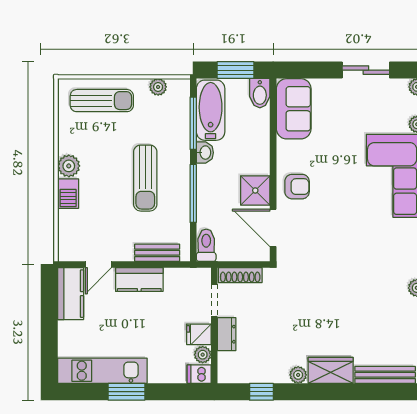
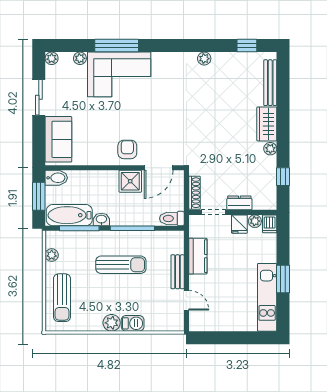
sun lounger: (102, 101) -> (62, 298), turned 180
sofa: (294, 109) -> (58, 139), moved, turned 90
bench: (157, 253) -> (178, 272), moved
kitchen counter: (139, 280) -> (198, 256), moved
kitchen counter: (71, 294) -> (209, 321), removed

